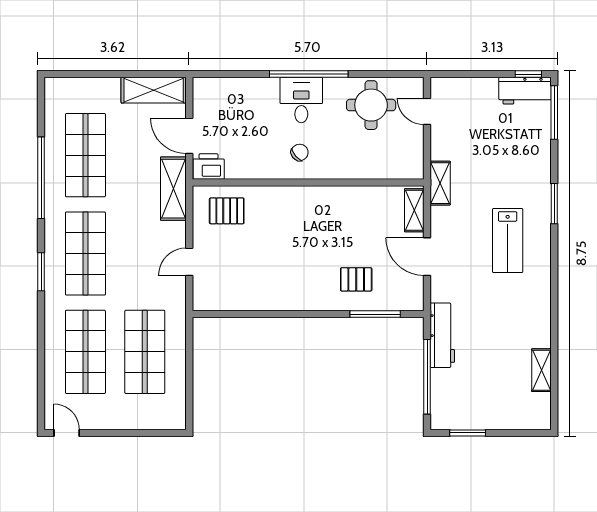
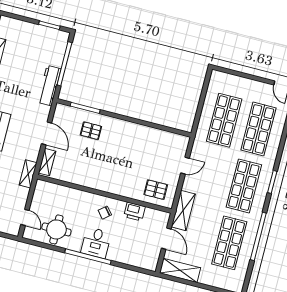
printer: (209, 167) -> (135, 212), moved

